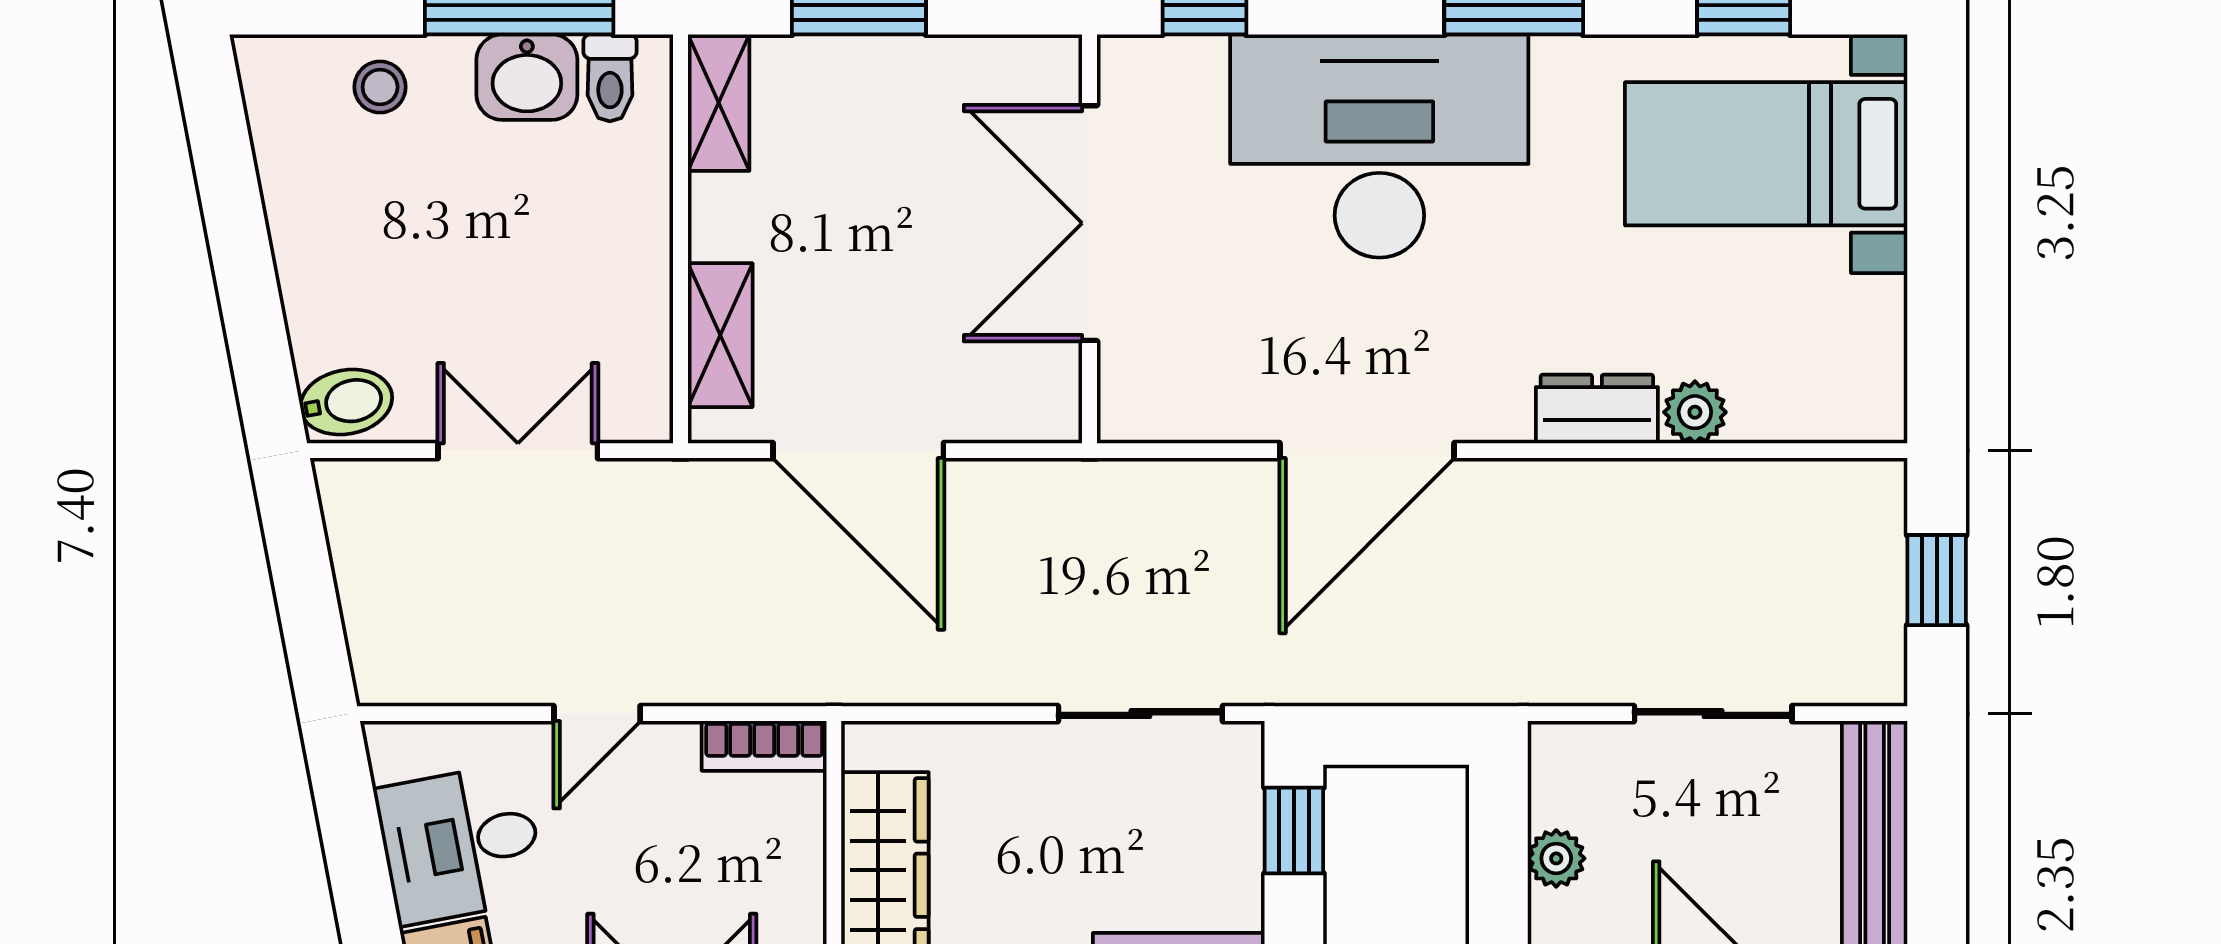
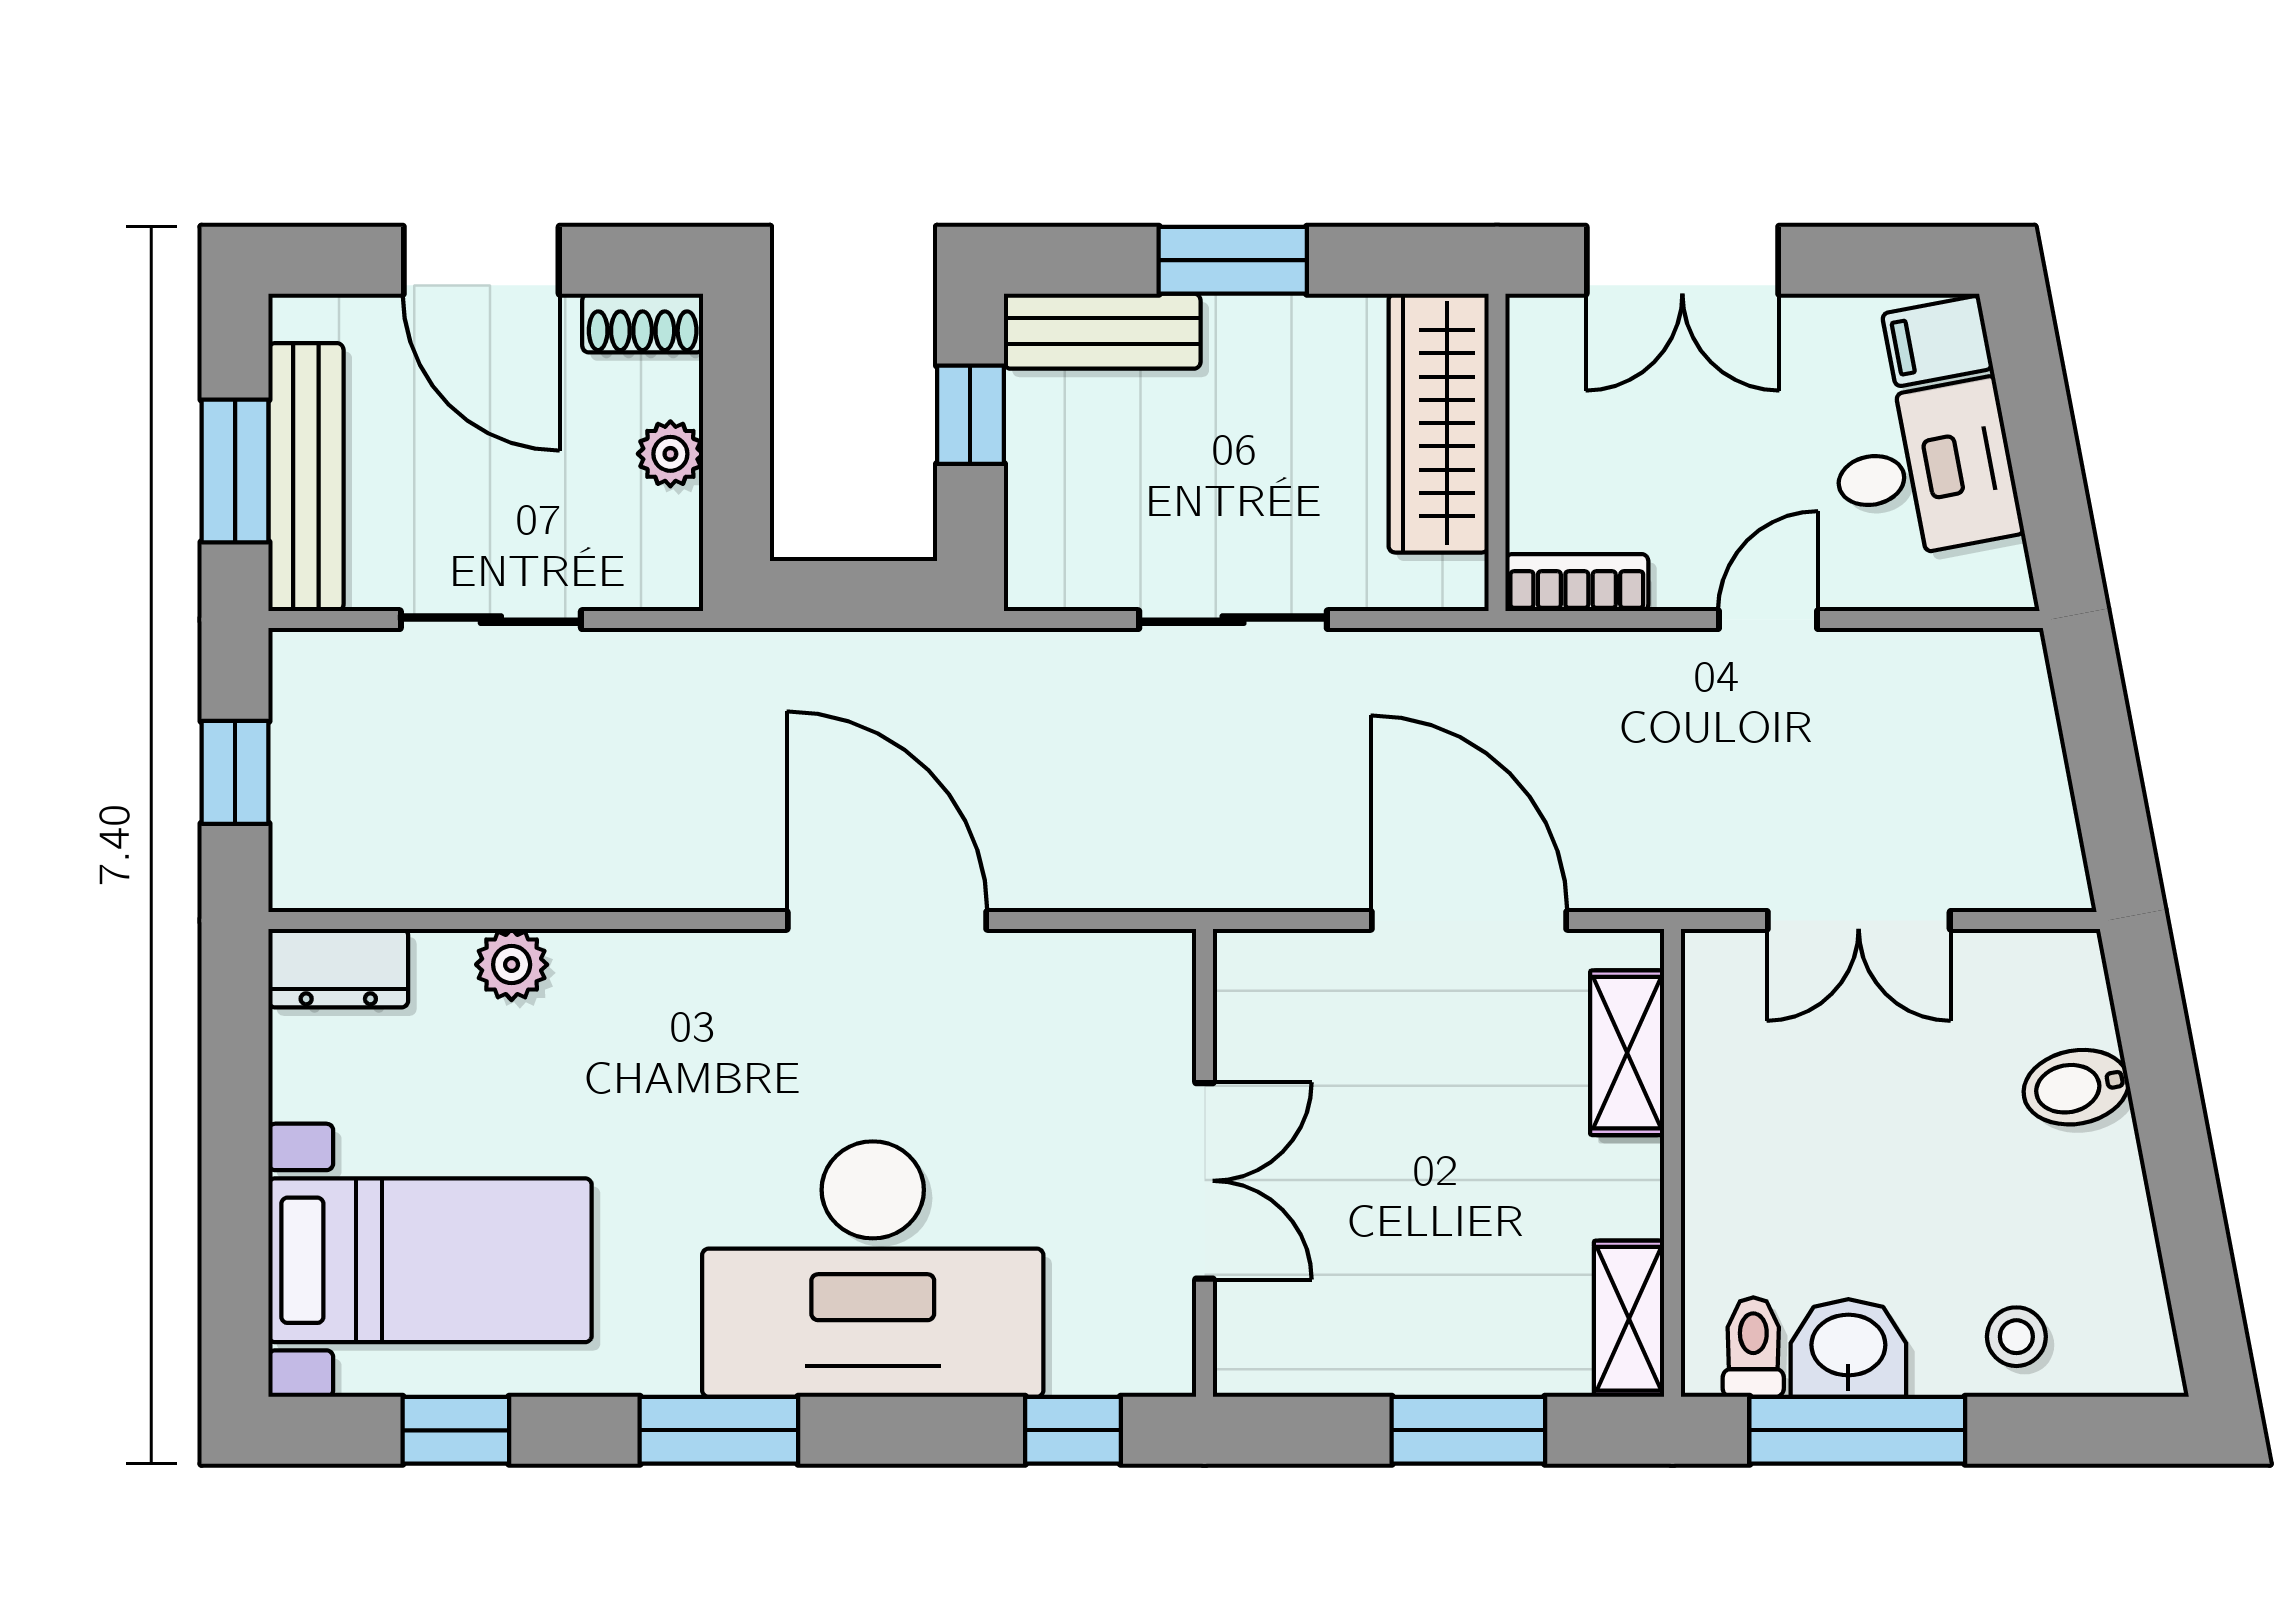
double door: (1089, 223) -> (1204, 1181), width x0.73
bidet: (346, 402) -> (2076, 1087), moved
dresser: (1597, 409) -> (338, 968), moved
door: (1367, 451) -> (887, 920), hinge flipped
sliding door: (1140, 714) -> (1233, 620), moved
window: (1294, 830) -> (970, 415), moved
window: (1937, 843) -> (235, 471), added

